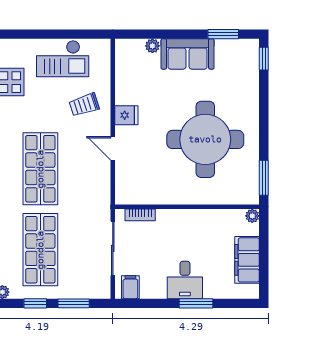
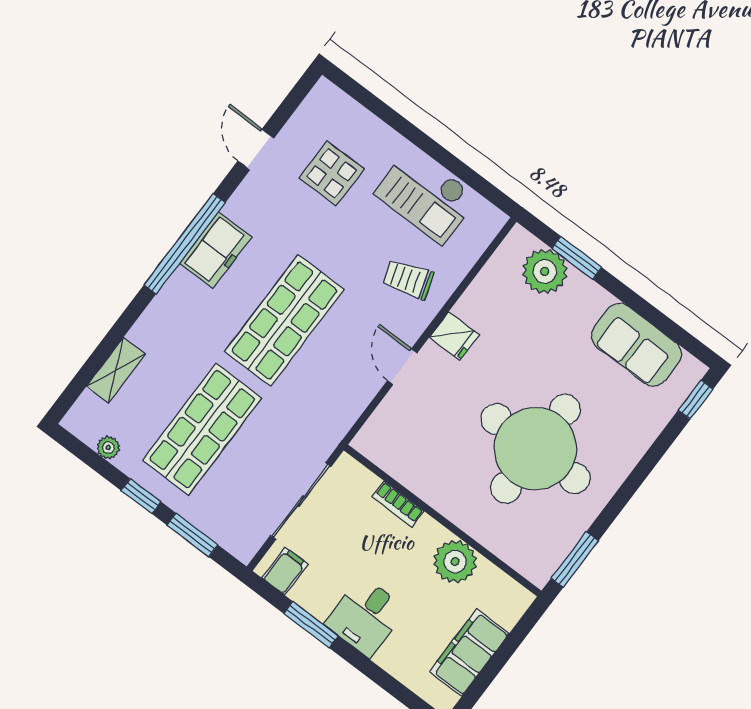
window: (223, 34) -> (577, 258), moved
plant: (152, 46) -> (545, 271), width x1.88, depth x1.88
sofa: (188, 54) -> (637, 345), moved
bookcase: (140, 215) -> (398, 504), moved
plant: (252, 216) -> (455, 562), moved, width x1.87, depth x1.87
window: (196, 303) -> (311, 625), moved

